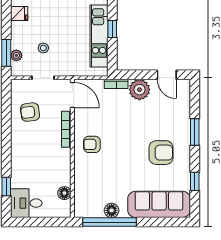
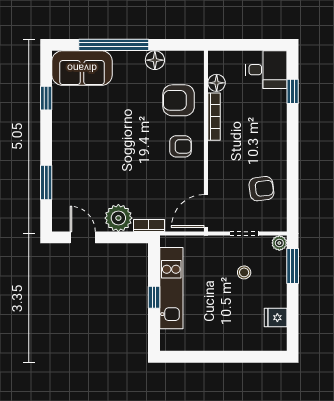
plant: (16, 55) -> (279, 243), moved
door: (72, 95) -> (206, 211), hinge flipped
bookcase: (66, 129) -> (214, 117), moved
window: (195, 132) -> (46, 183), moved
armchair: (161, 153) -> (179, 100), moved
sofa: (159, 204) -> (82, 68), width x0.73
window: (109, 222) -> (114, 45), moved

